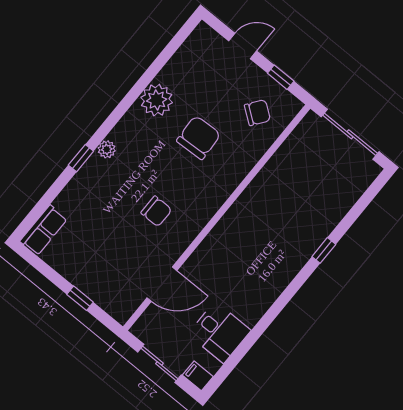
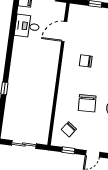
sliding door: (350, 134) -> (24, 144), width x0.73

